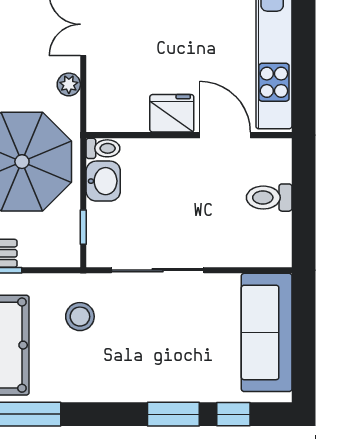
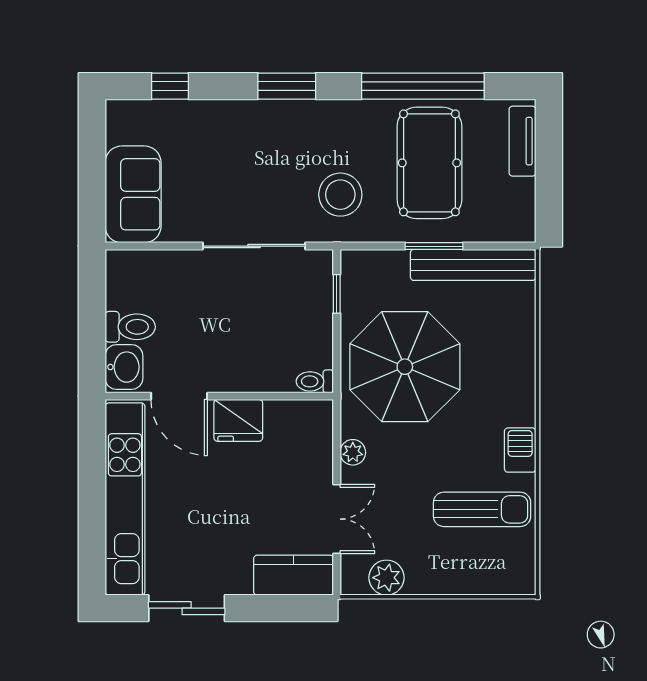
washbasin: (103, 181) -> (124, 367), moved, turned 180
stool: (80, 317) -> (340, 195), width x1.38, depth x1.38
sofa: (267, 332) -> (133, 194), width x0.73
window: (173, 414) -> (287, 86), moved

